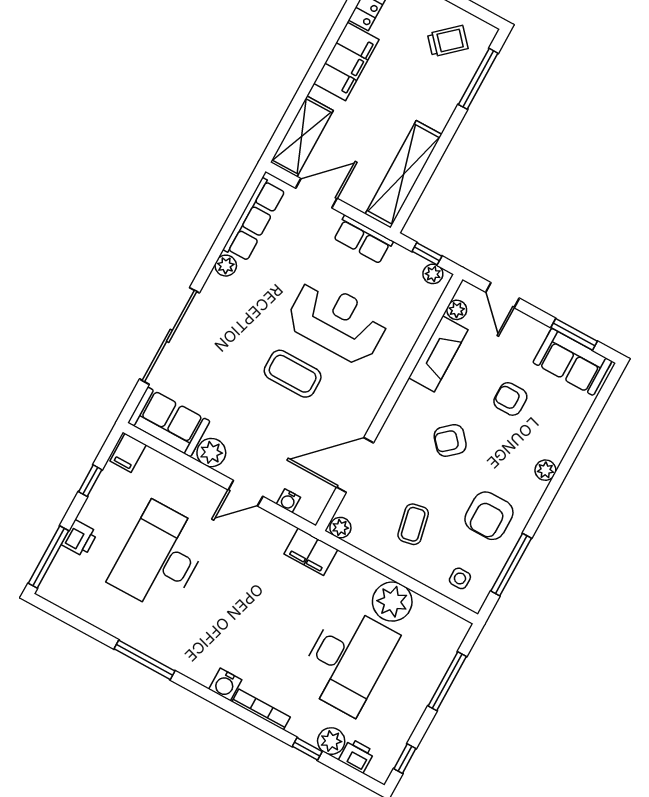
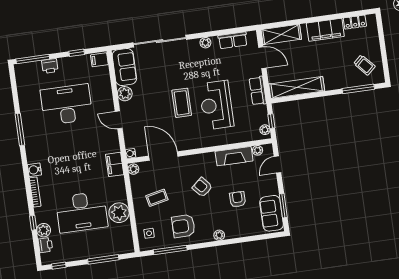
row of seats: (254, 220) -> (233, 40), width x0.68
reception desk: (337, 322) -> (216, 105), turned 180
water cooler: (288, 501) -> (131, 153), moved

